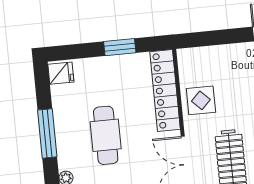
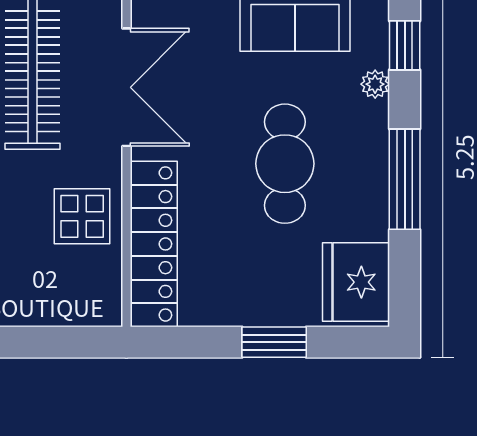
window: (120, 47) -> (274, 342), moved
fridge: (61, 73) -> (356, 282), width x1.88, depth x1.34

